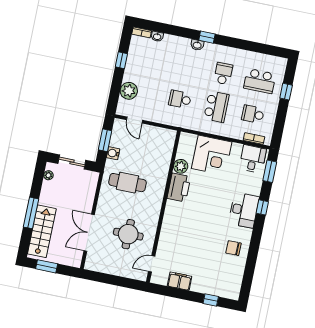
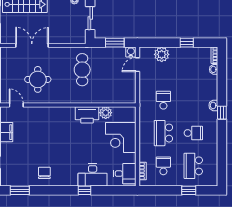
school desk: (216, 107) -> (163, 133), turned 90
water cooler: (113, 153) -> (131, 52), moved
window: (270, 171) -> (20, 190), moved
desk: (244, 210) -> (93, 175), moved

